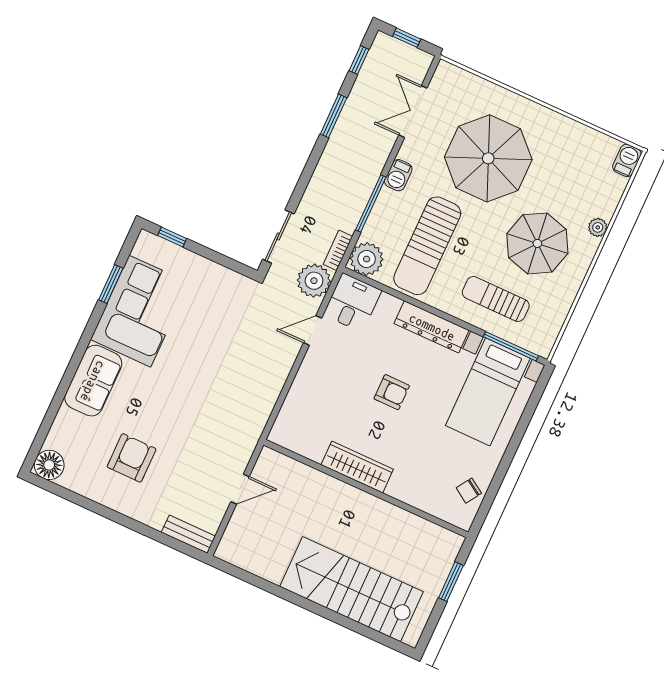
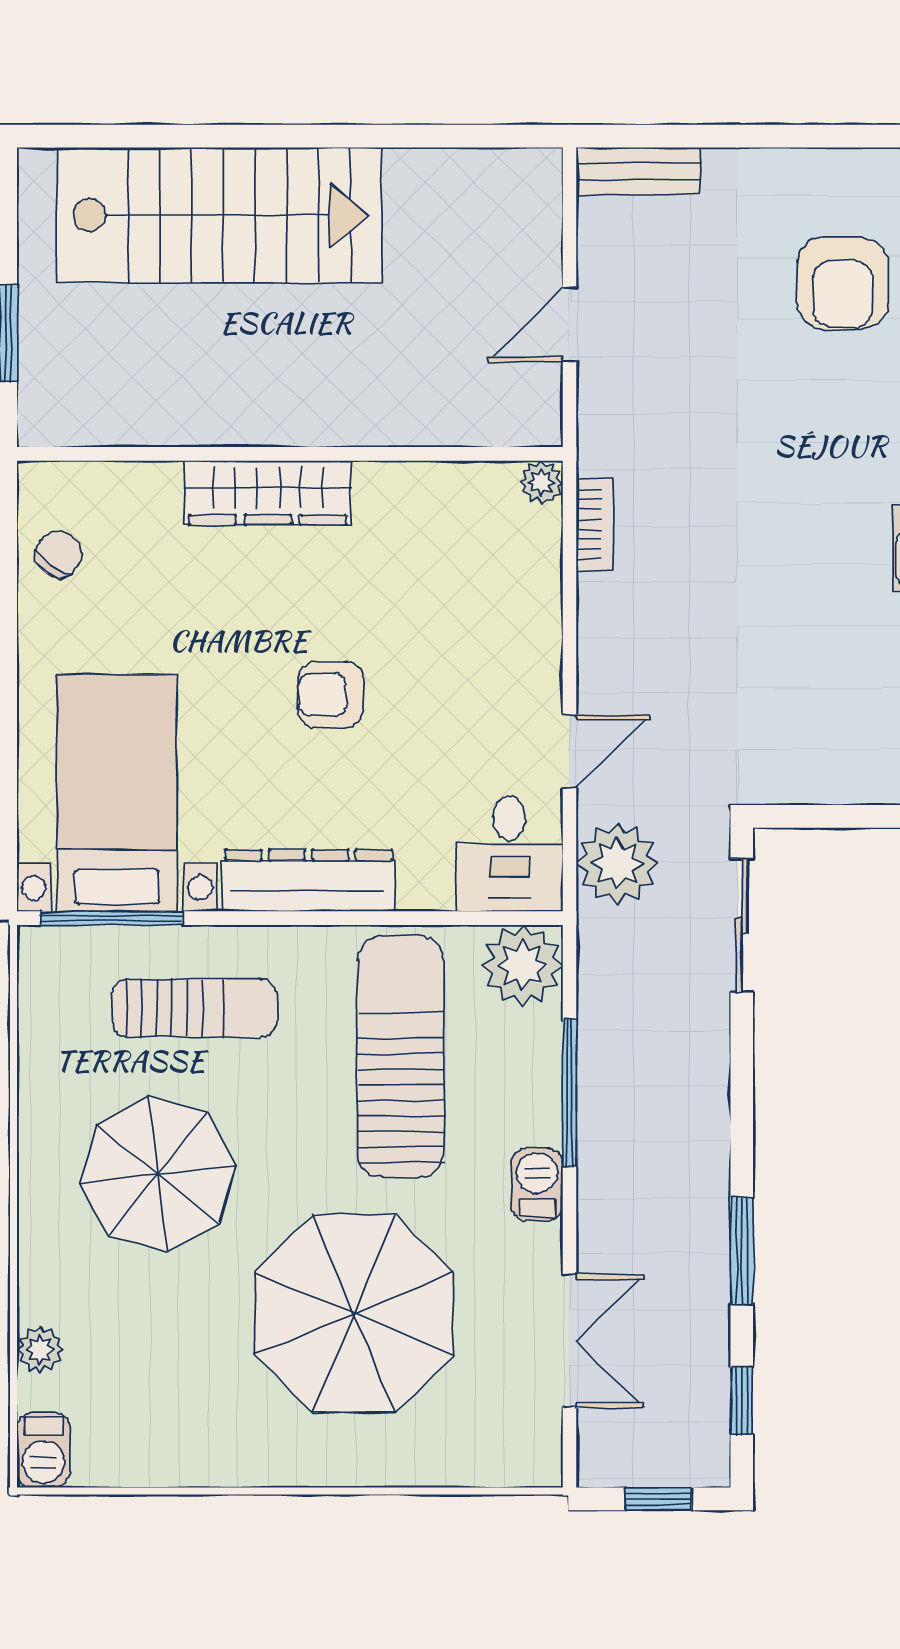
plant: (598, 227) -> (40, 1350), moved
bookcase: (338, 250) -> (595, 524), moved
plant: (277, 435) -> (541, 482), added
wardrobe: (357, 467) -> (268, 493), moved

